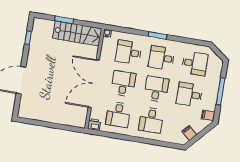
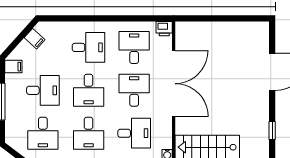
desk: (162, 58) -> (89, 133), turned 90
desk: (195, 63) -> (43, 133), turned -90
desk: (123, 83) -> (134, 90), turned 180
desk: (151, 120) -> (89, 47), turned 90

